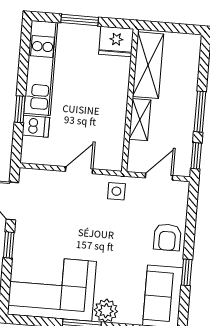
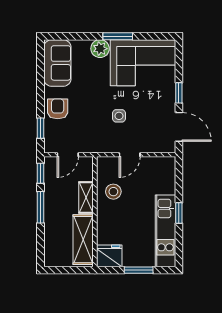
window: (20, 109) -> (179, 213), moved
stool: (104, 124) -> (113, 192), added
dishwasher: (36, 126) -> (166, 186), removed
side table: (116, 191) -> (119, 116), moved
window: (187, 272) -> (41, 128), moved

